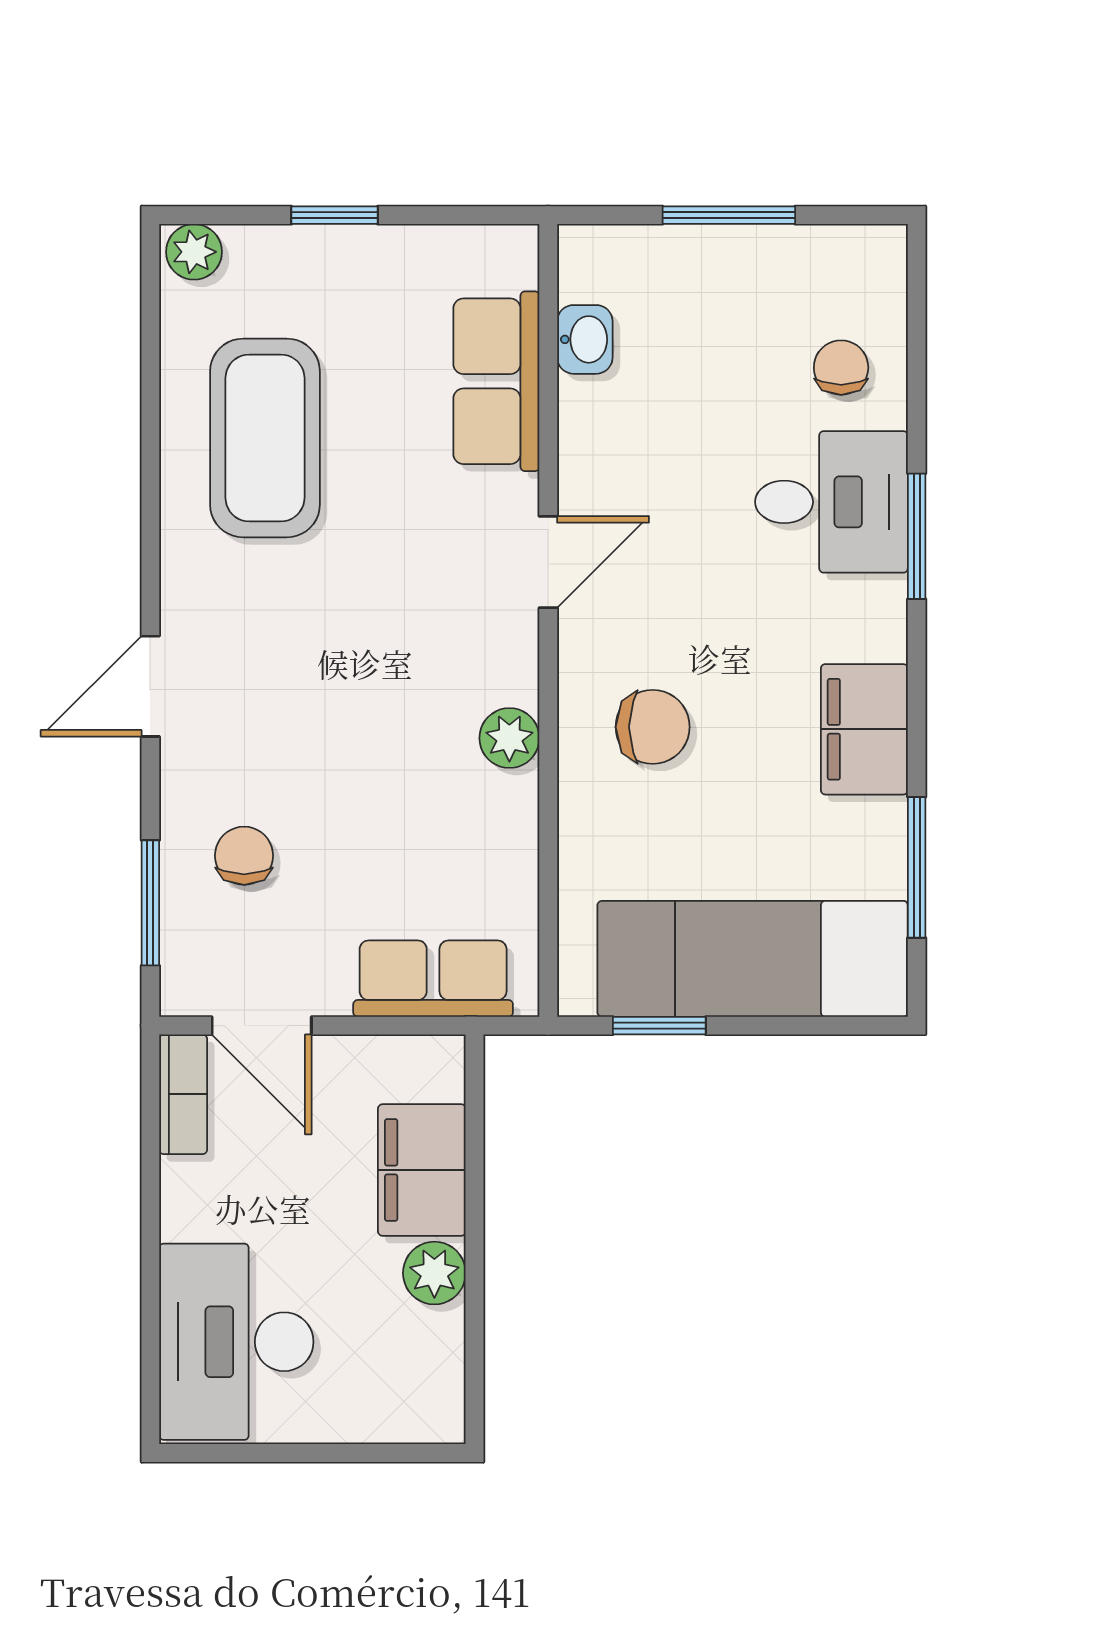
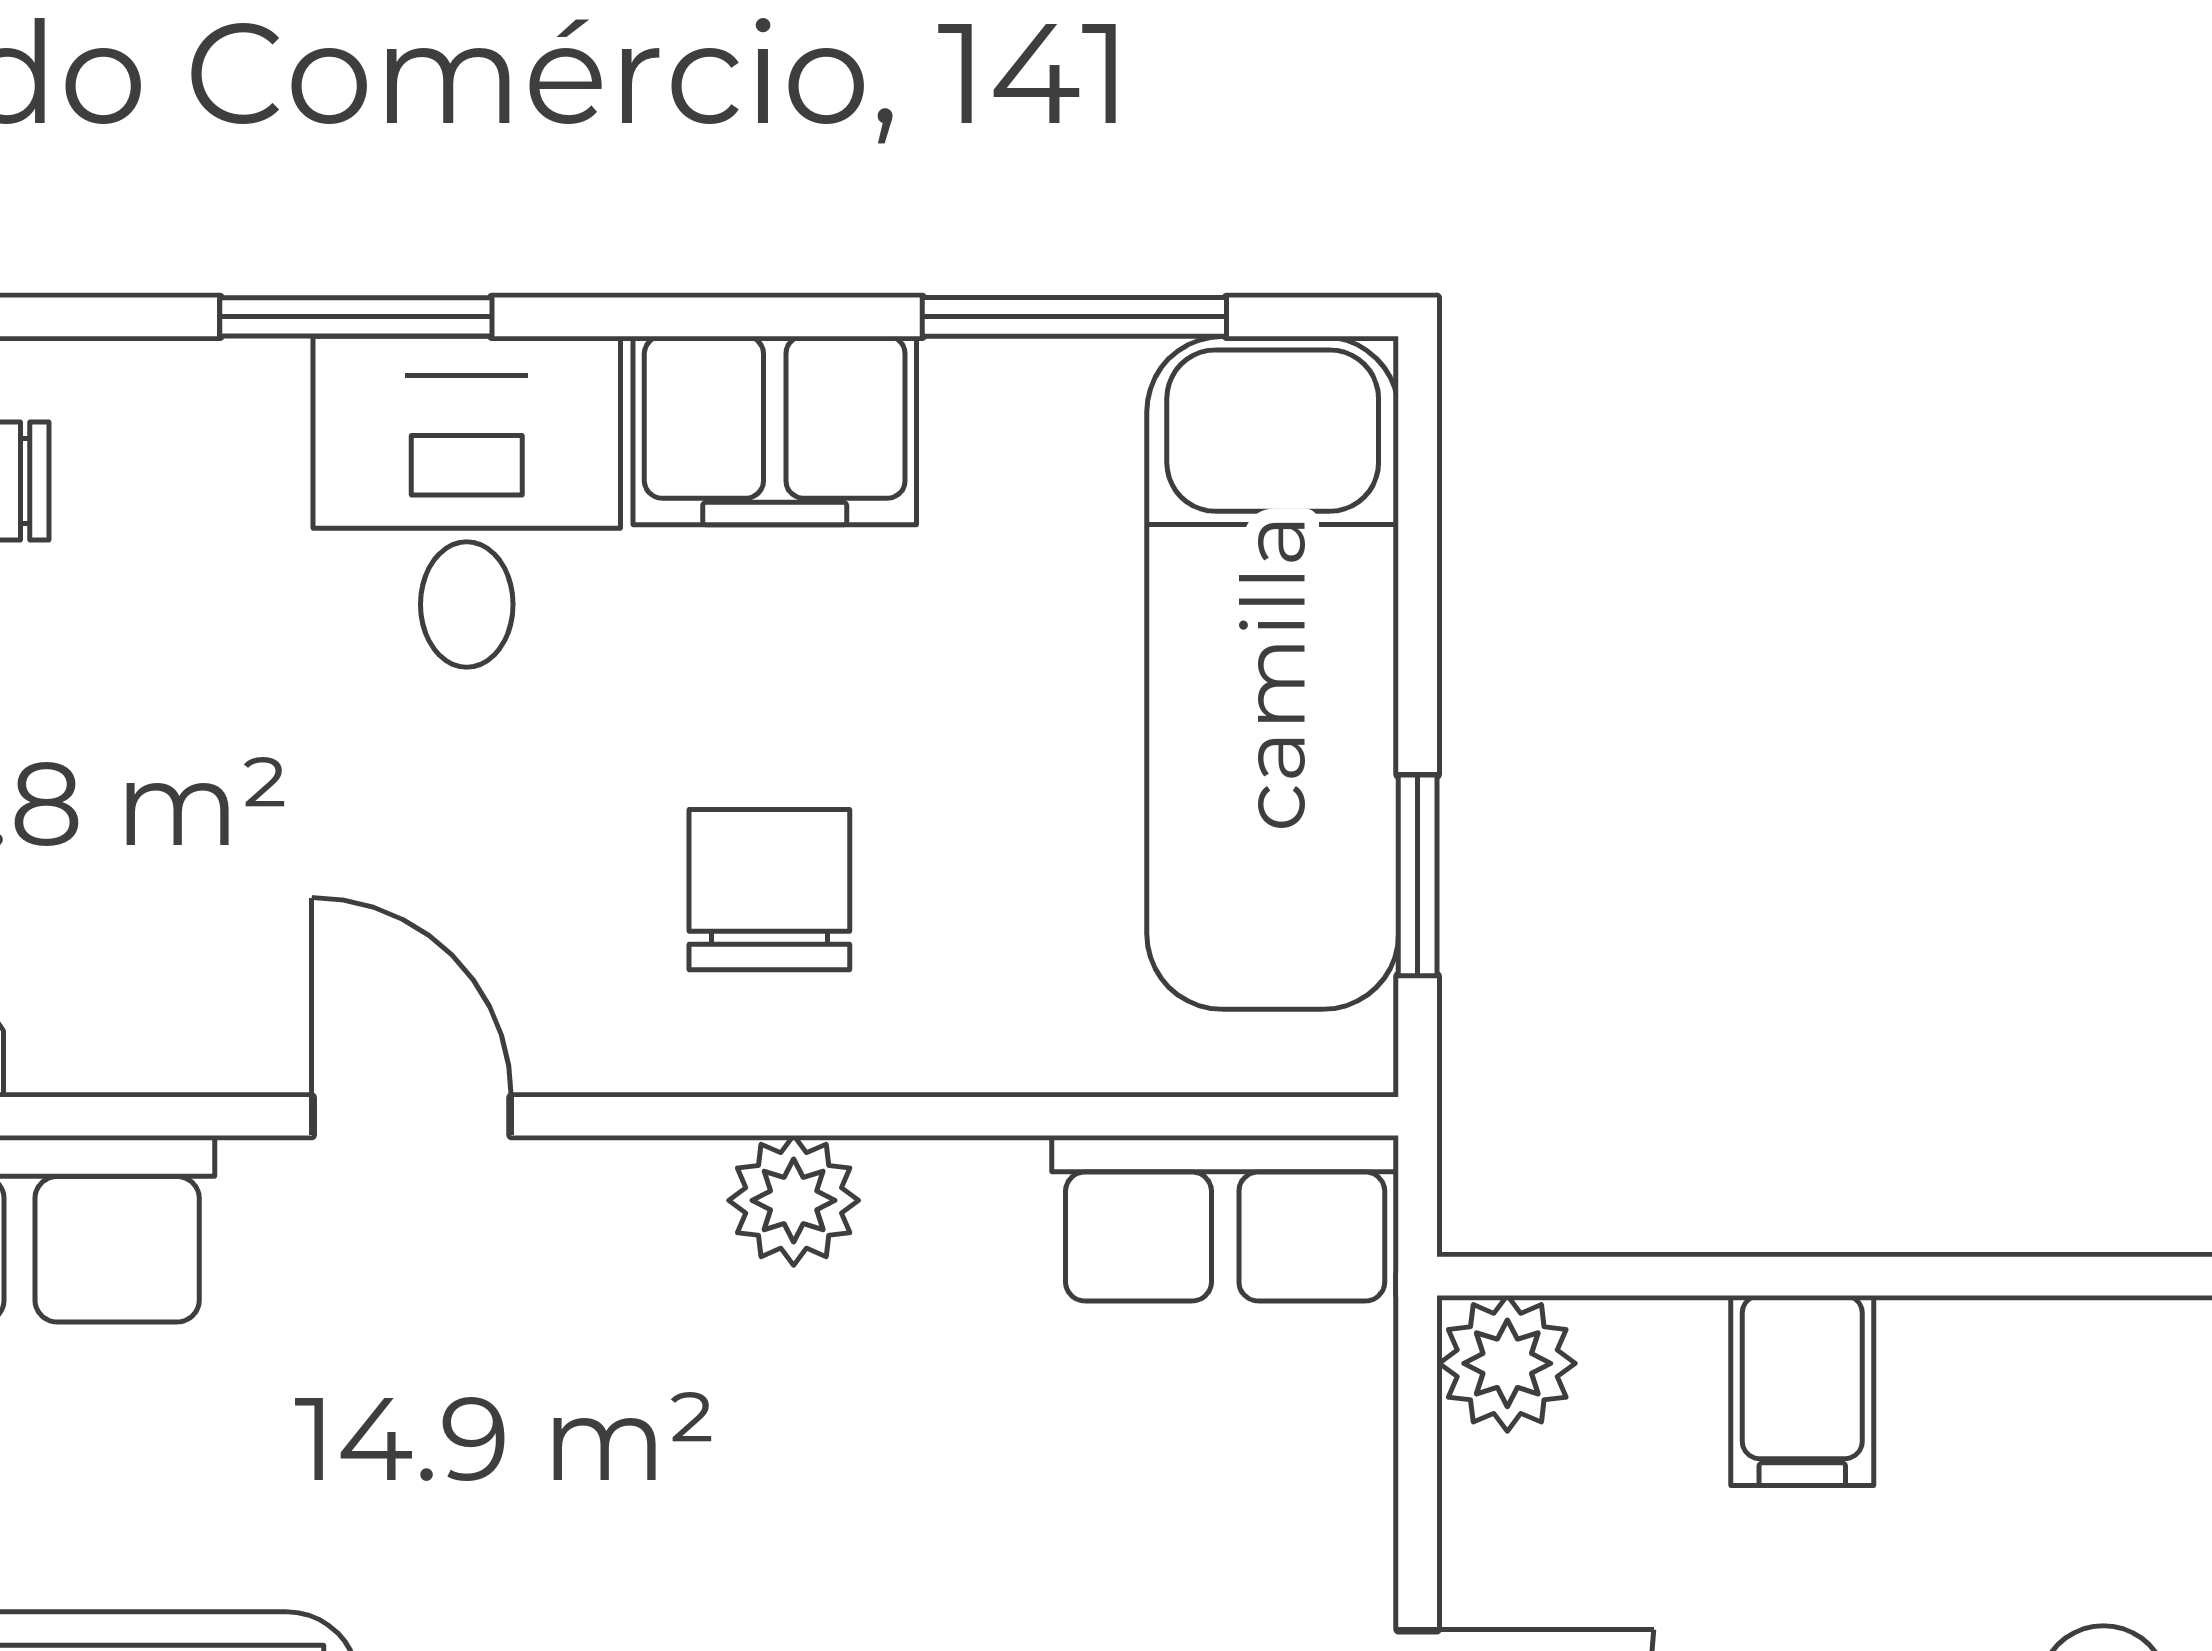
desk: (831, 502) -> (467, 502), moved
row of seats: (433, 979) -> (1225, 1218), moved, turned -90
filing cabinet: (422, 1170) -> (1802, 1390), width x0.50
plant: (434, 1273) -> (1507, 1363), moved

